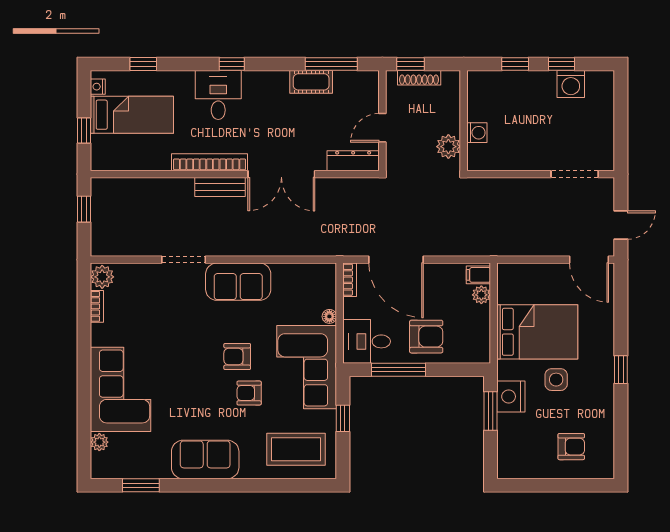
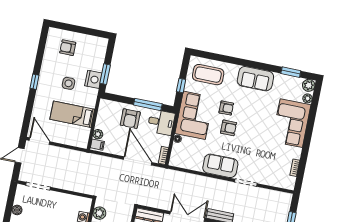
boiler: (605, 121) -> (17, 210), added
plant: (102, 277) -> (309, 85), moved
bed: (537, 332) -> (72, 114), width x0.67
armchair: (426, 337) -> (130, 119), turned -90

